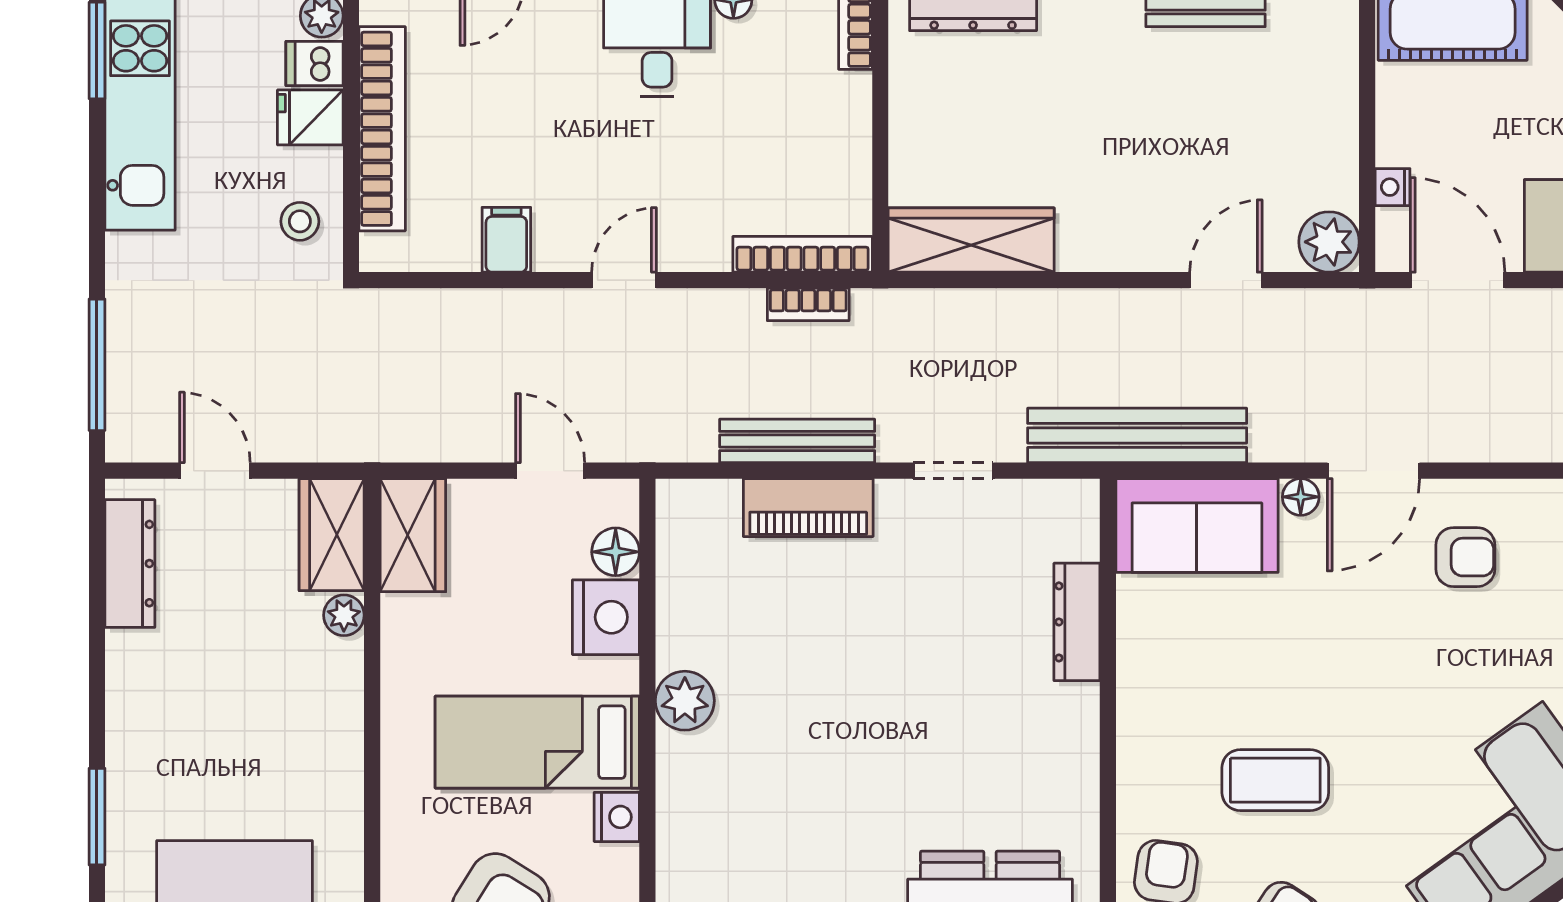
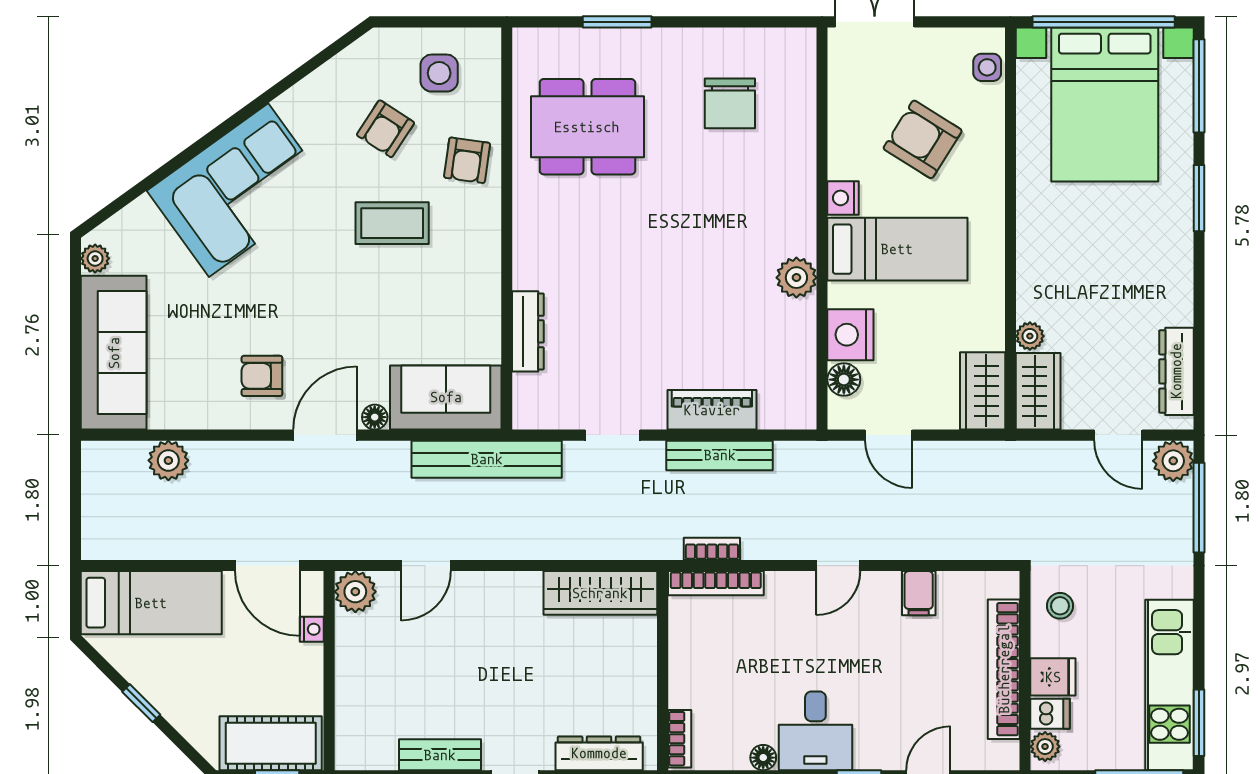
plant: (135, 433) -> (1173, 461), added

